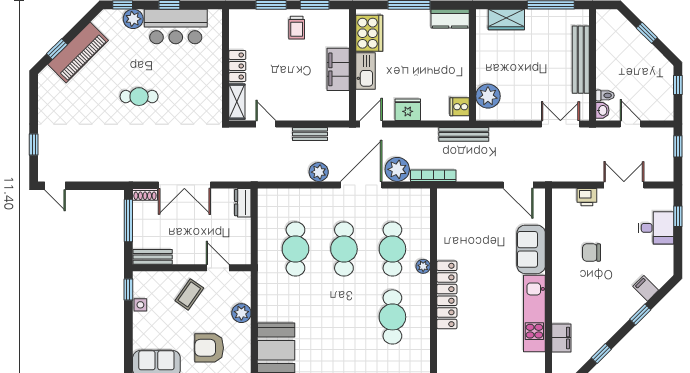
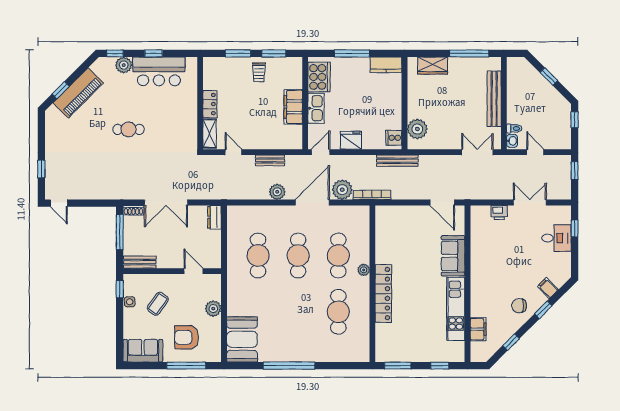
chair: (592, 253) -> (519, 306), moved
coffee table: (189, 294) -> (158, 304), moved

